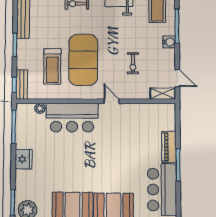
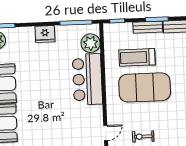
bench: (22, 84) -> (148, 27), moved
door: (112, 101) -> (106, 133), moved
plant: (40, 108) -> (91, 43), width x1.88, depth x1.88

